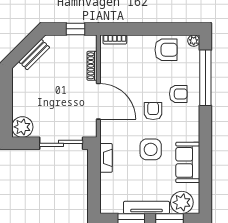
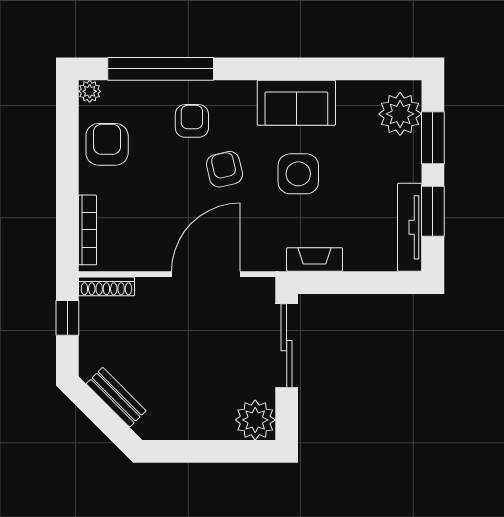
bookcase: (115, 40) -> (87, 230), width x1.56
shoe rack: (92, 66) -> (106, 286), moved
armchair: (153, 111) -> (224, 169), turned 77
sofa: (188, 162) -> (296, 103), moved
tv unit: (147, 207) -> (410, 227), moved

